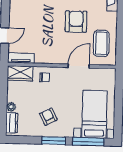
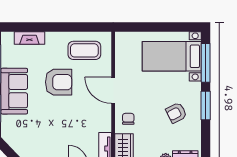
armchair: (76, 22) -> (59, 82), turned 180
door: (79, 66) -> (113, 90), moved

